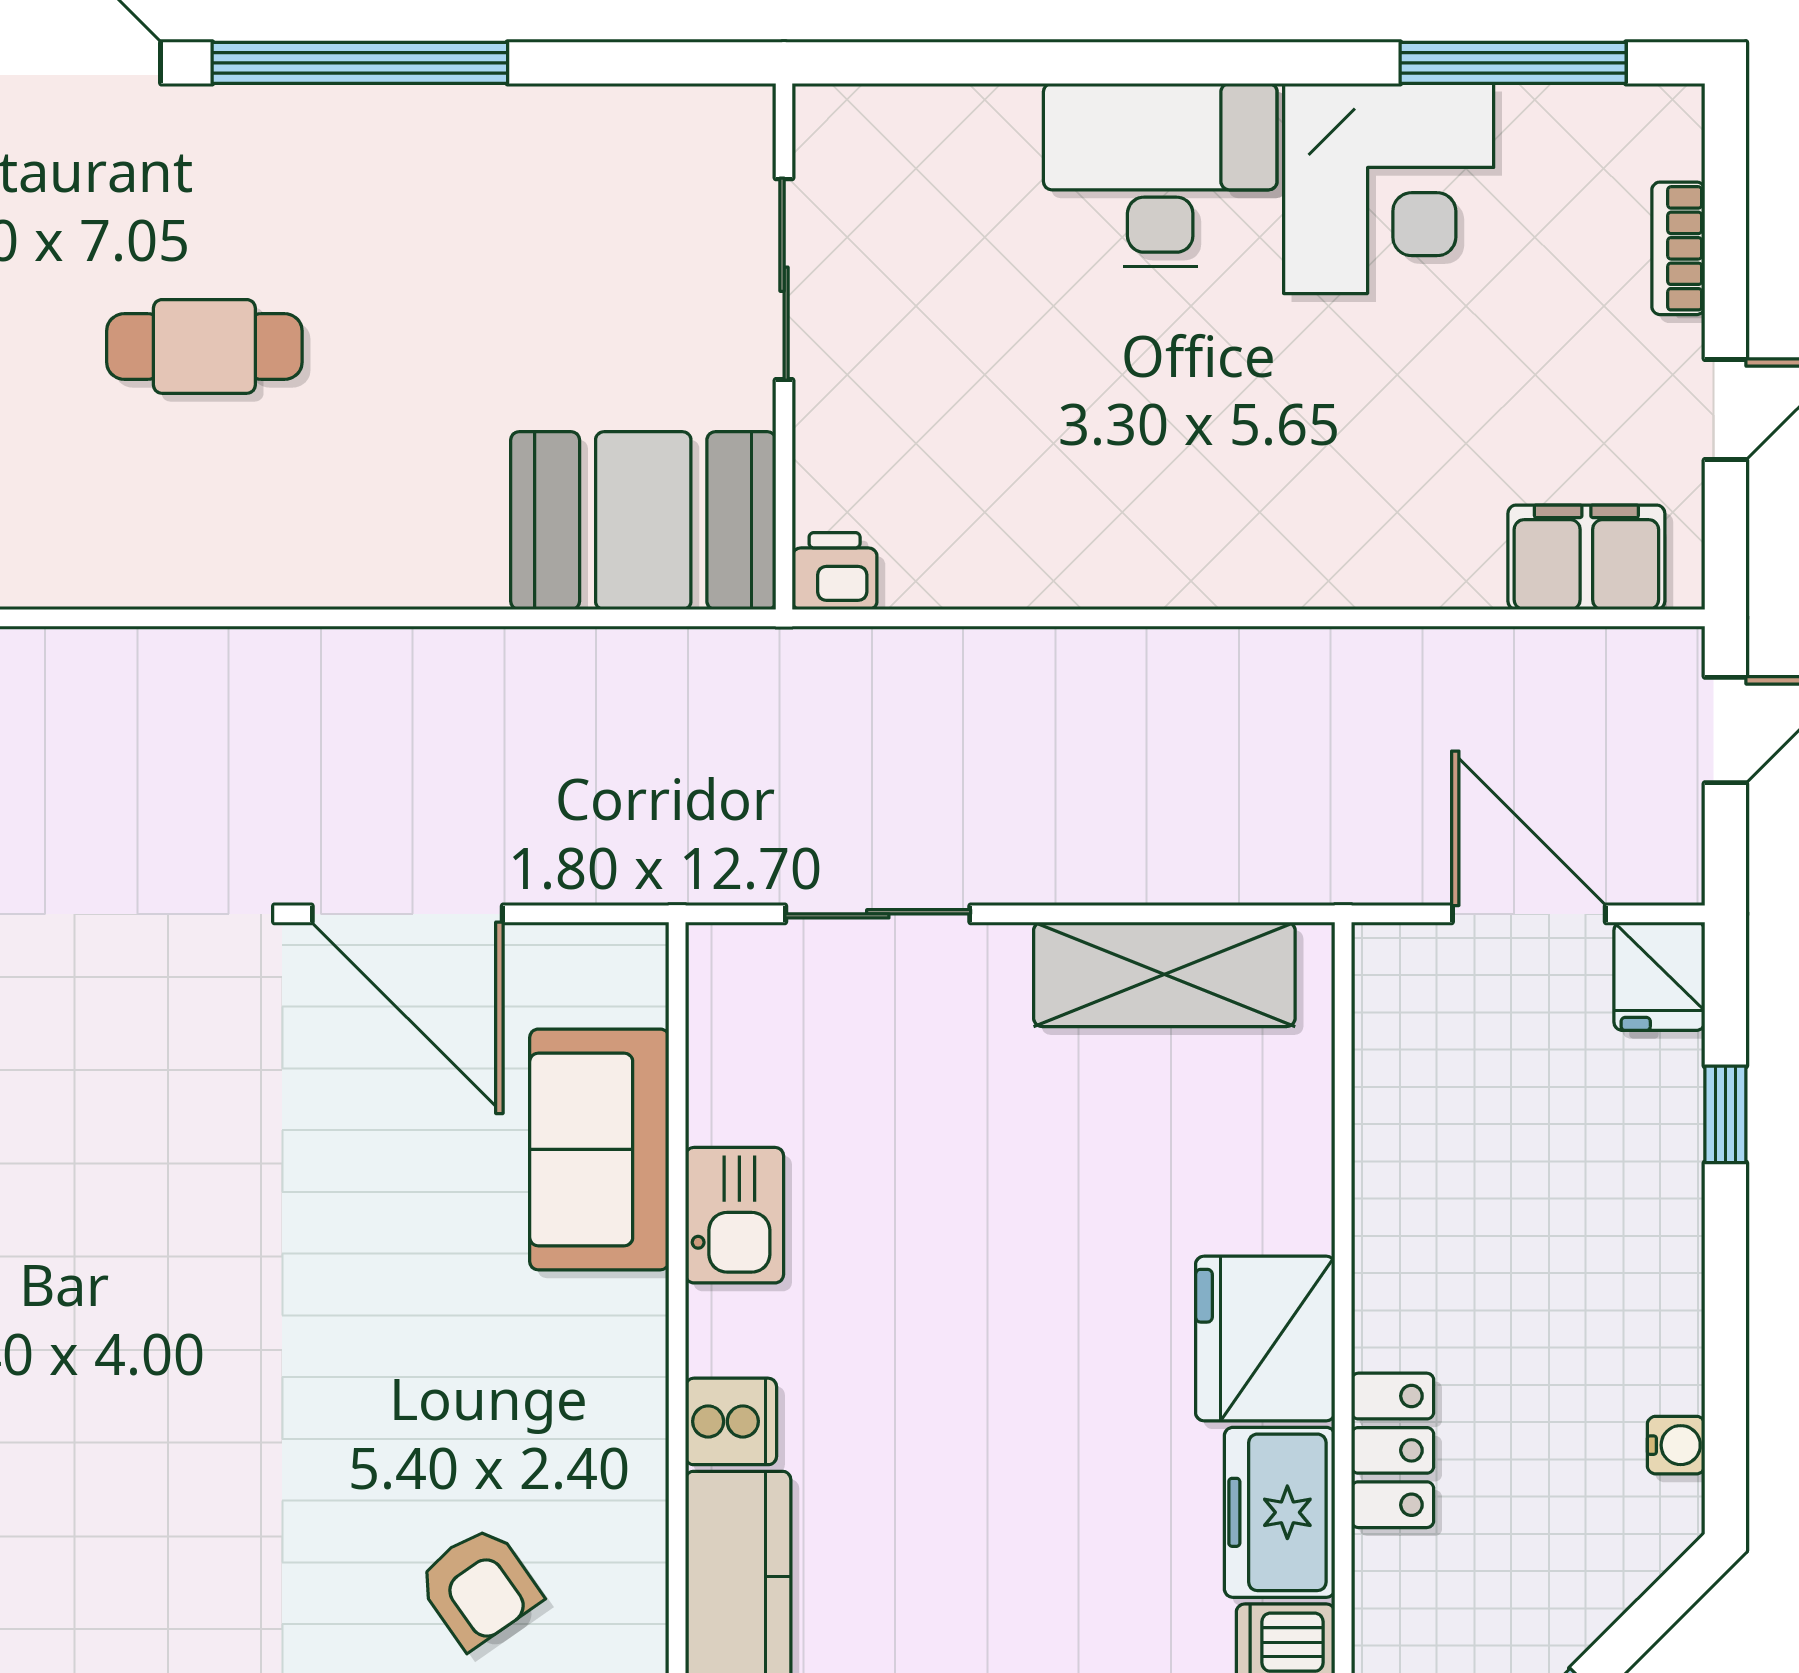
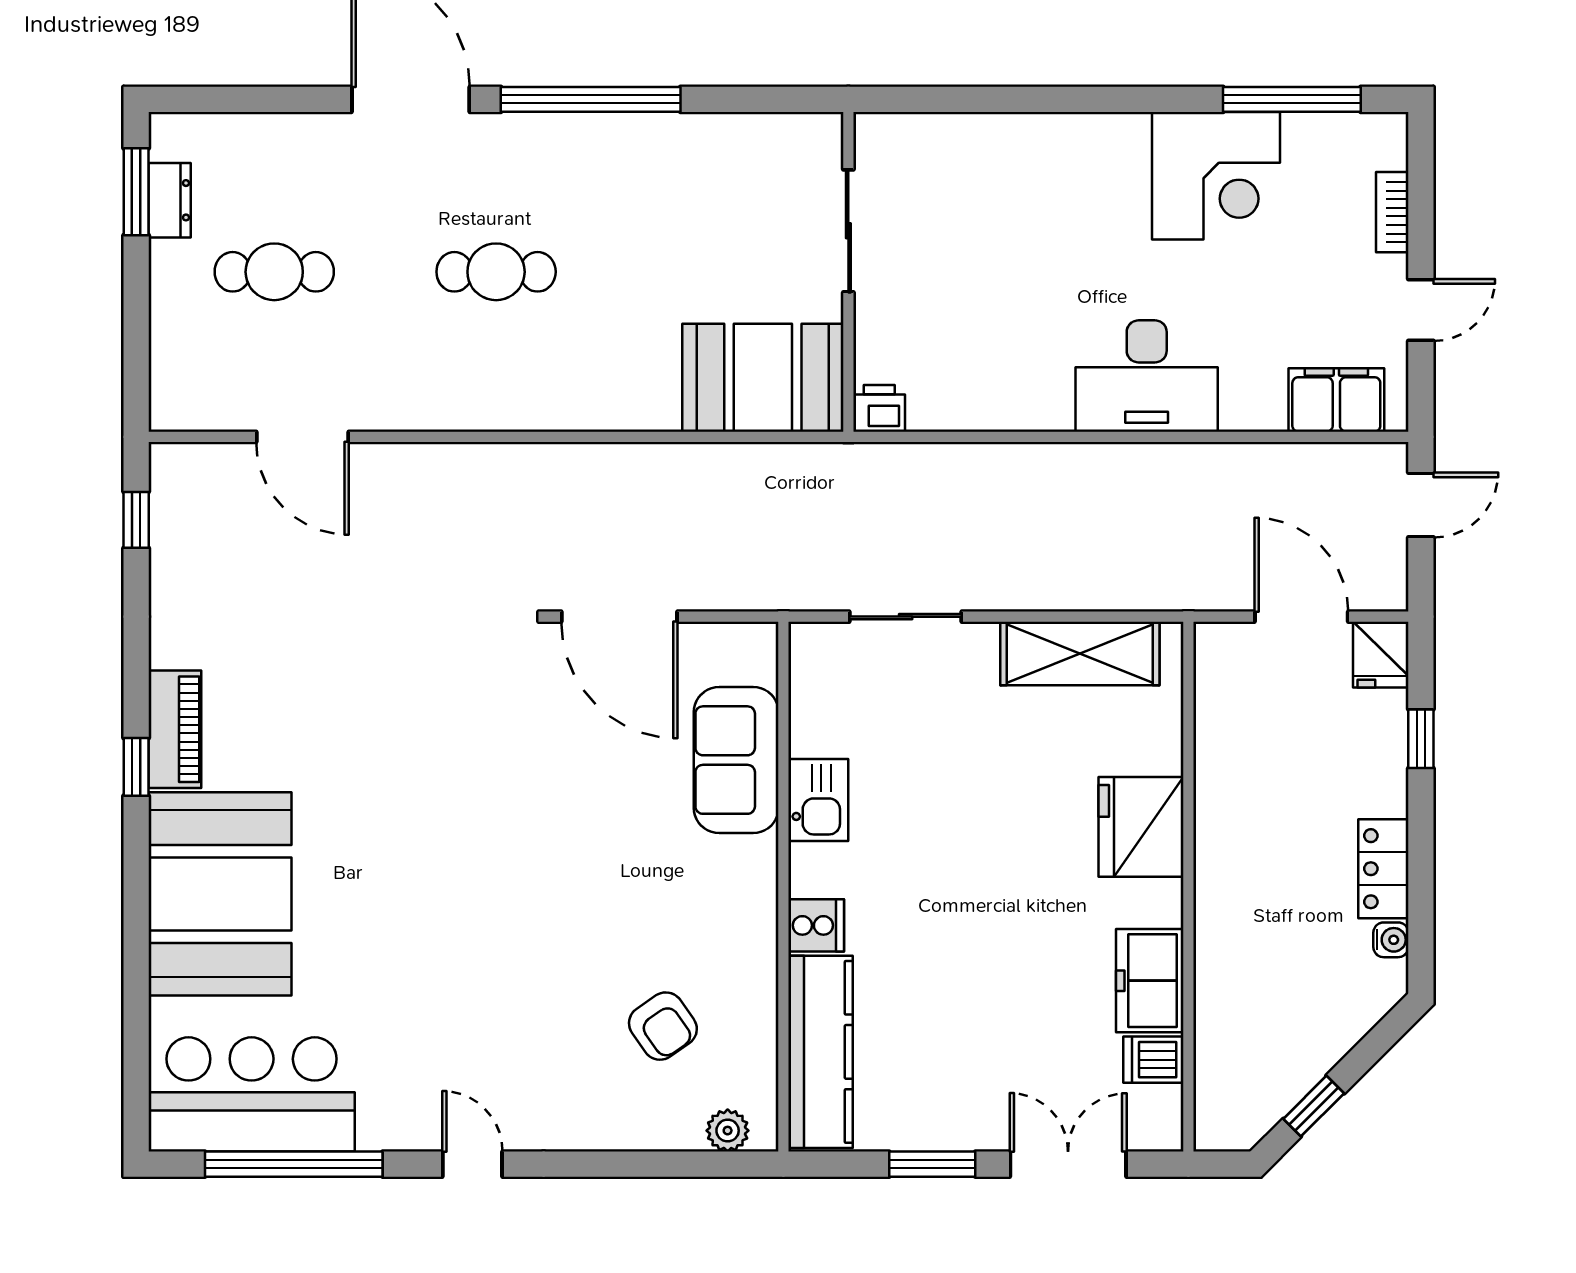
desk: (1160, 175) -> (1147, 376), moved, turned 180
fridge: (1265, 1339) -> (1141, 827), moved
locker: (1393, 1450) -> (1383, 869), moved, turned 180

